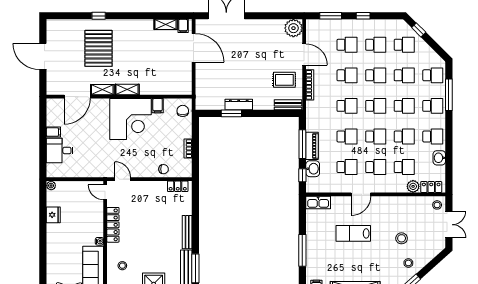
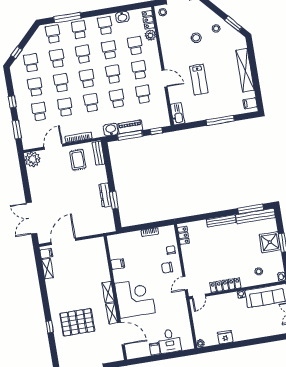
chair: (183, 111) -> (167, 268), moved
corner desk: (131, 119) -> (135, 298), moved
washbasin: (313, 169) -> (111, 130), moved

